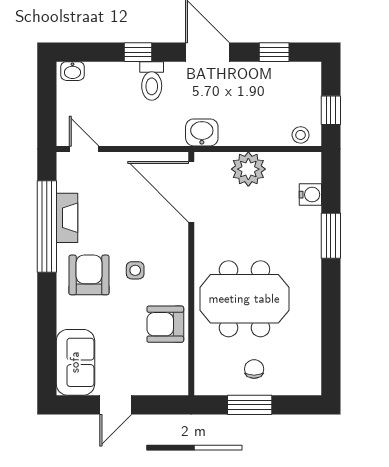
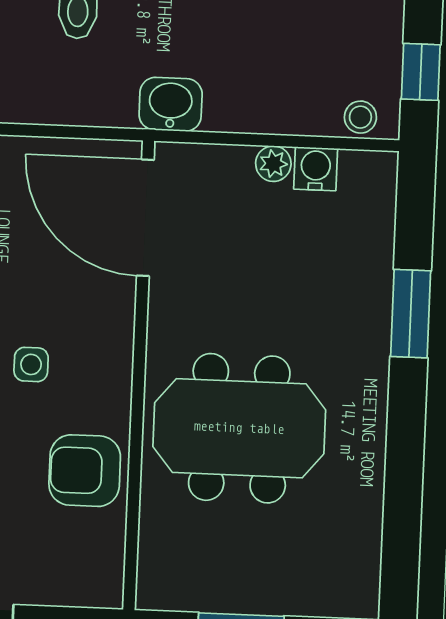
plant: (248, 169) -> (273, 164), width x0.53, depth x0.53
water cooler: (310, 195) -> (316, 169), moved, turned -90
chair: (254, 369) -> (252, 564), removed

